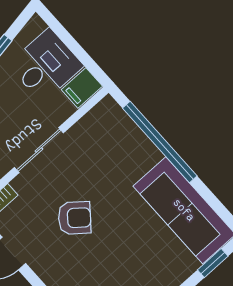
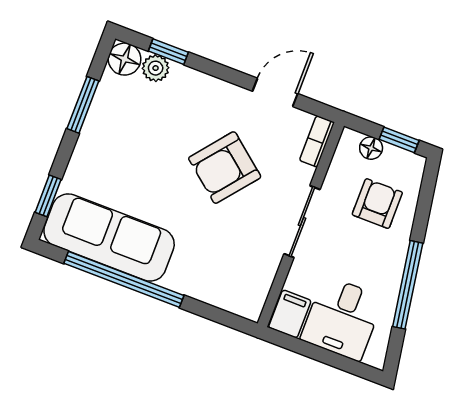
window: (160, 142) -> (124, 279), moved
armchair: (75, 218) -> (225, 168), width x1.38, depth x1.38

